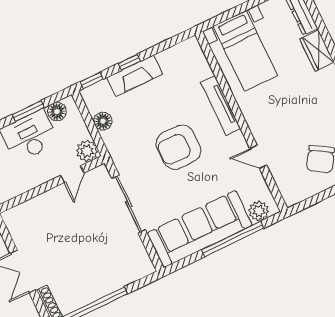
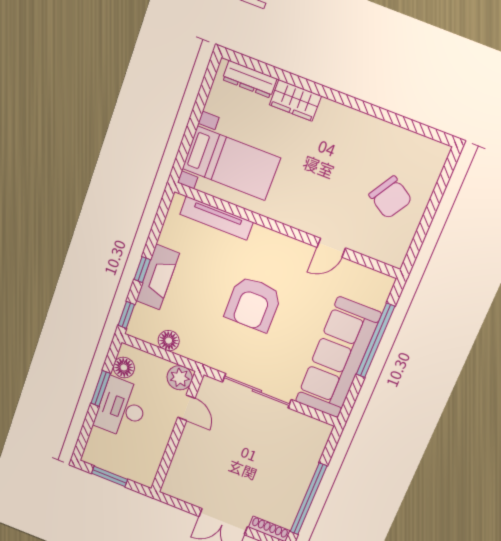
tv unit: (221, 106) -> (217, 218), moved
plant: (259, 211) -> (376, 295), removed

